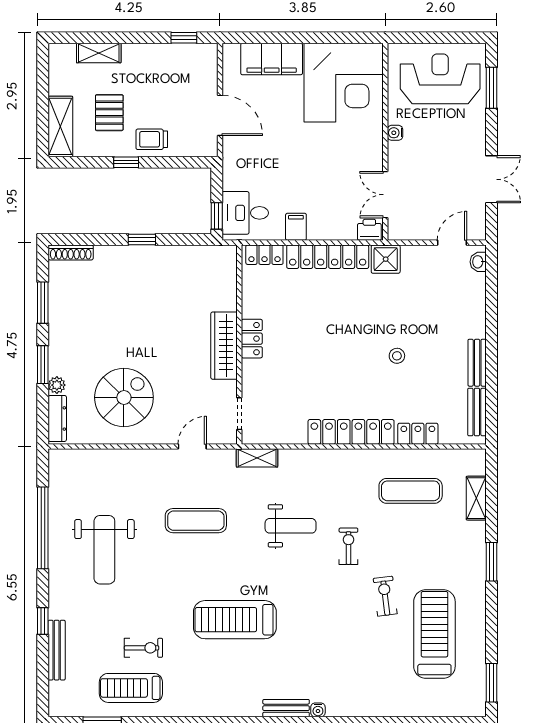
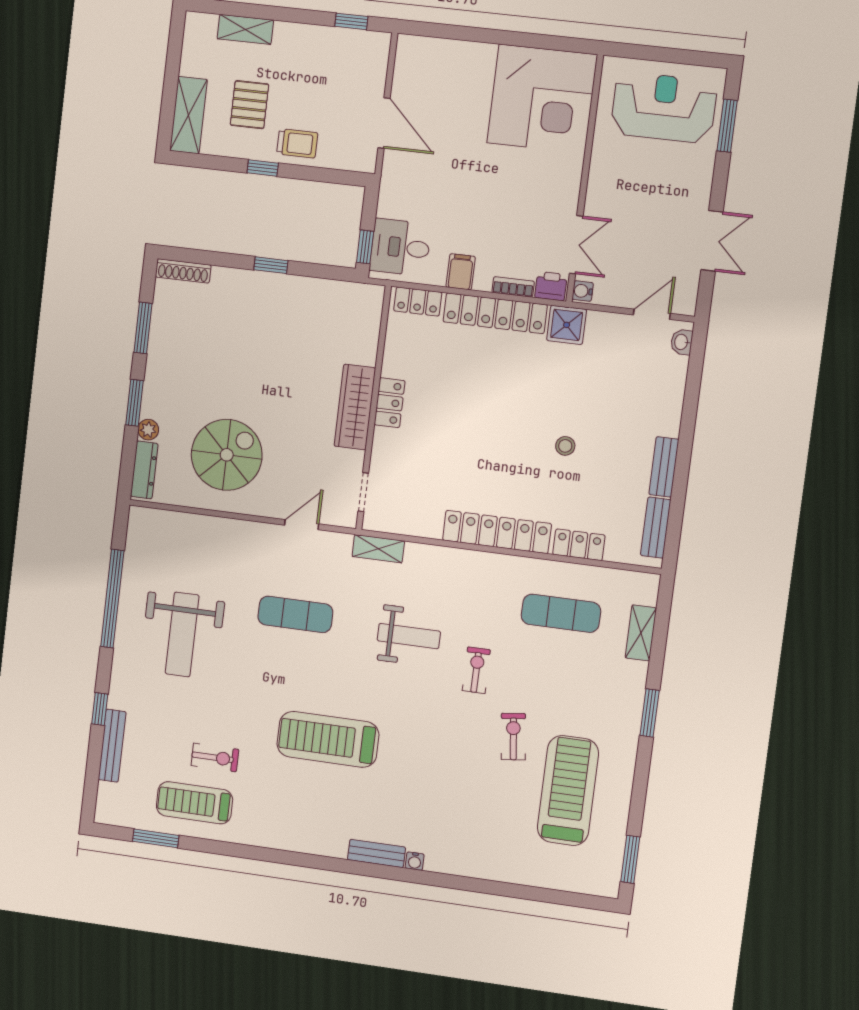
filing cabinet: (272, 59) -> (456, 60), removed
water cooler: (395, 133) -> (583, 291), moved
trolley: (152, 139) -> (297, 143), turned 180
double door: (385, 195) -> (576, 245), swing flipped
bookcase: (339, 234) -> (513, 287), added

